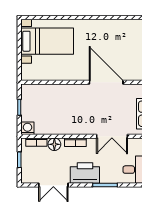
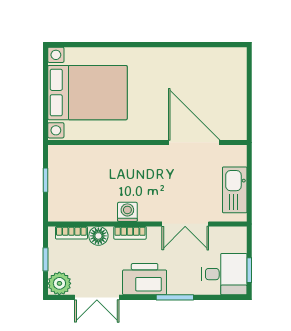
bed with nightstands: (47, 41) -> (87, 93), width x1.36
door: (106, 82) -> (194, 142), moved
washing machine: (28, 128) -> (127, 212), moved
plant: (29, 176) -> (59, 283), added

